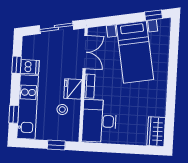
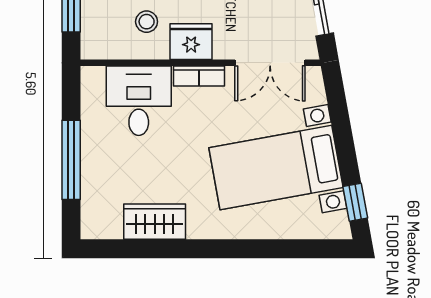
desk: (99, 121) -> (139, 101), width x0.73
wardrobe: (156, 132) -> (155, 222), moved
window: (126, 149) -> (71, 160), added

